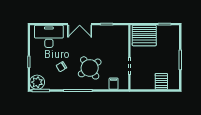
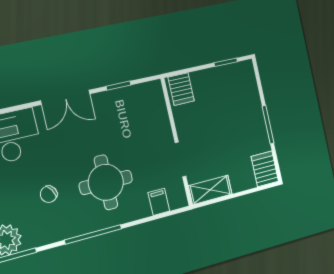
server rack: (144, 36) -> (181, 89), width x0.46, depth x0.70
round table: (90, 68) -> (106, 182), turned 36
server rack: (161, 81) -> (265, 169), moved
shelving: (141, 85) -> (210, 190), added

